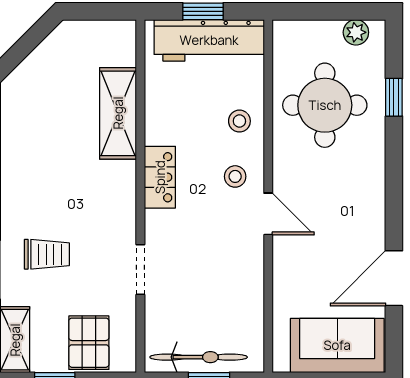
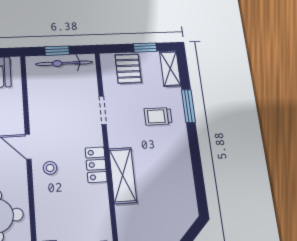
shelving: (118, 113) -> (123, 175), moved
stool: (239, 121) -> (50, 202), removed

